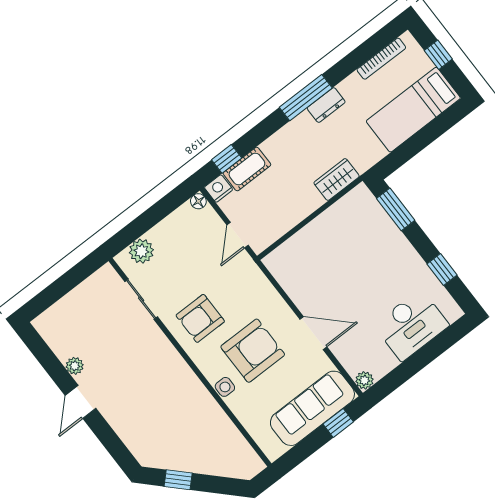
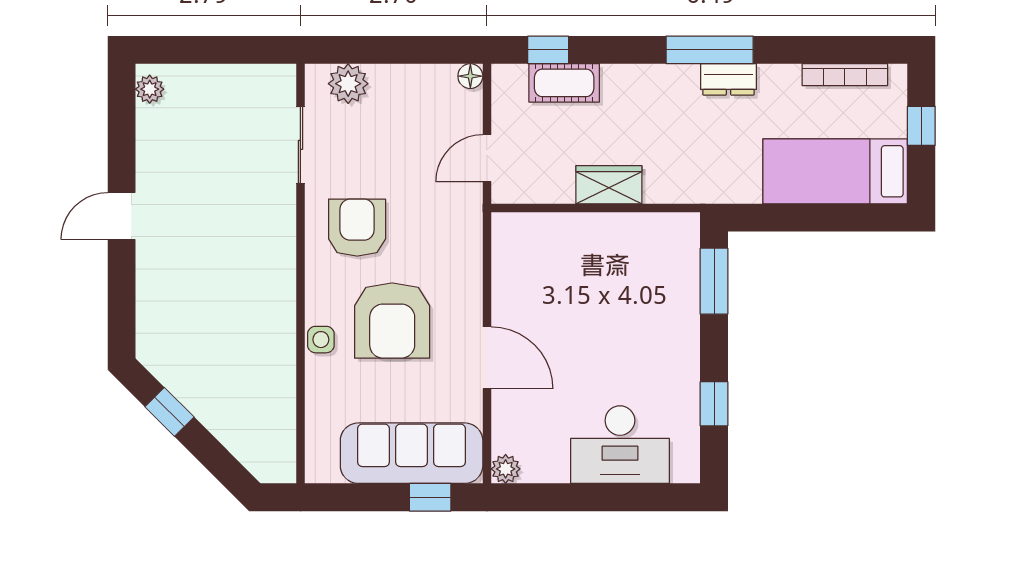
wardrobe: (337, 179) -> (609, 185), moved
nightstand: (219, 189) -> (509, 80), removed
armchair: (200, 318) -> (357, 228), turned 90
armchair: (253, 351) -> (392, 321), turned 90
plant: (75, 366) -> (150, 89), moved

